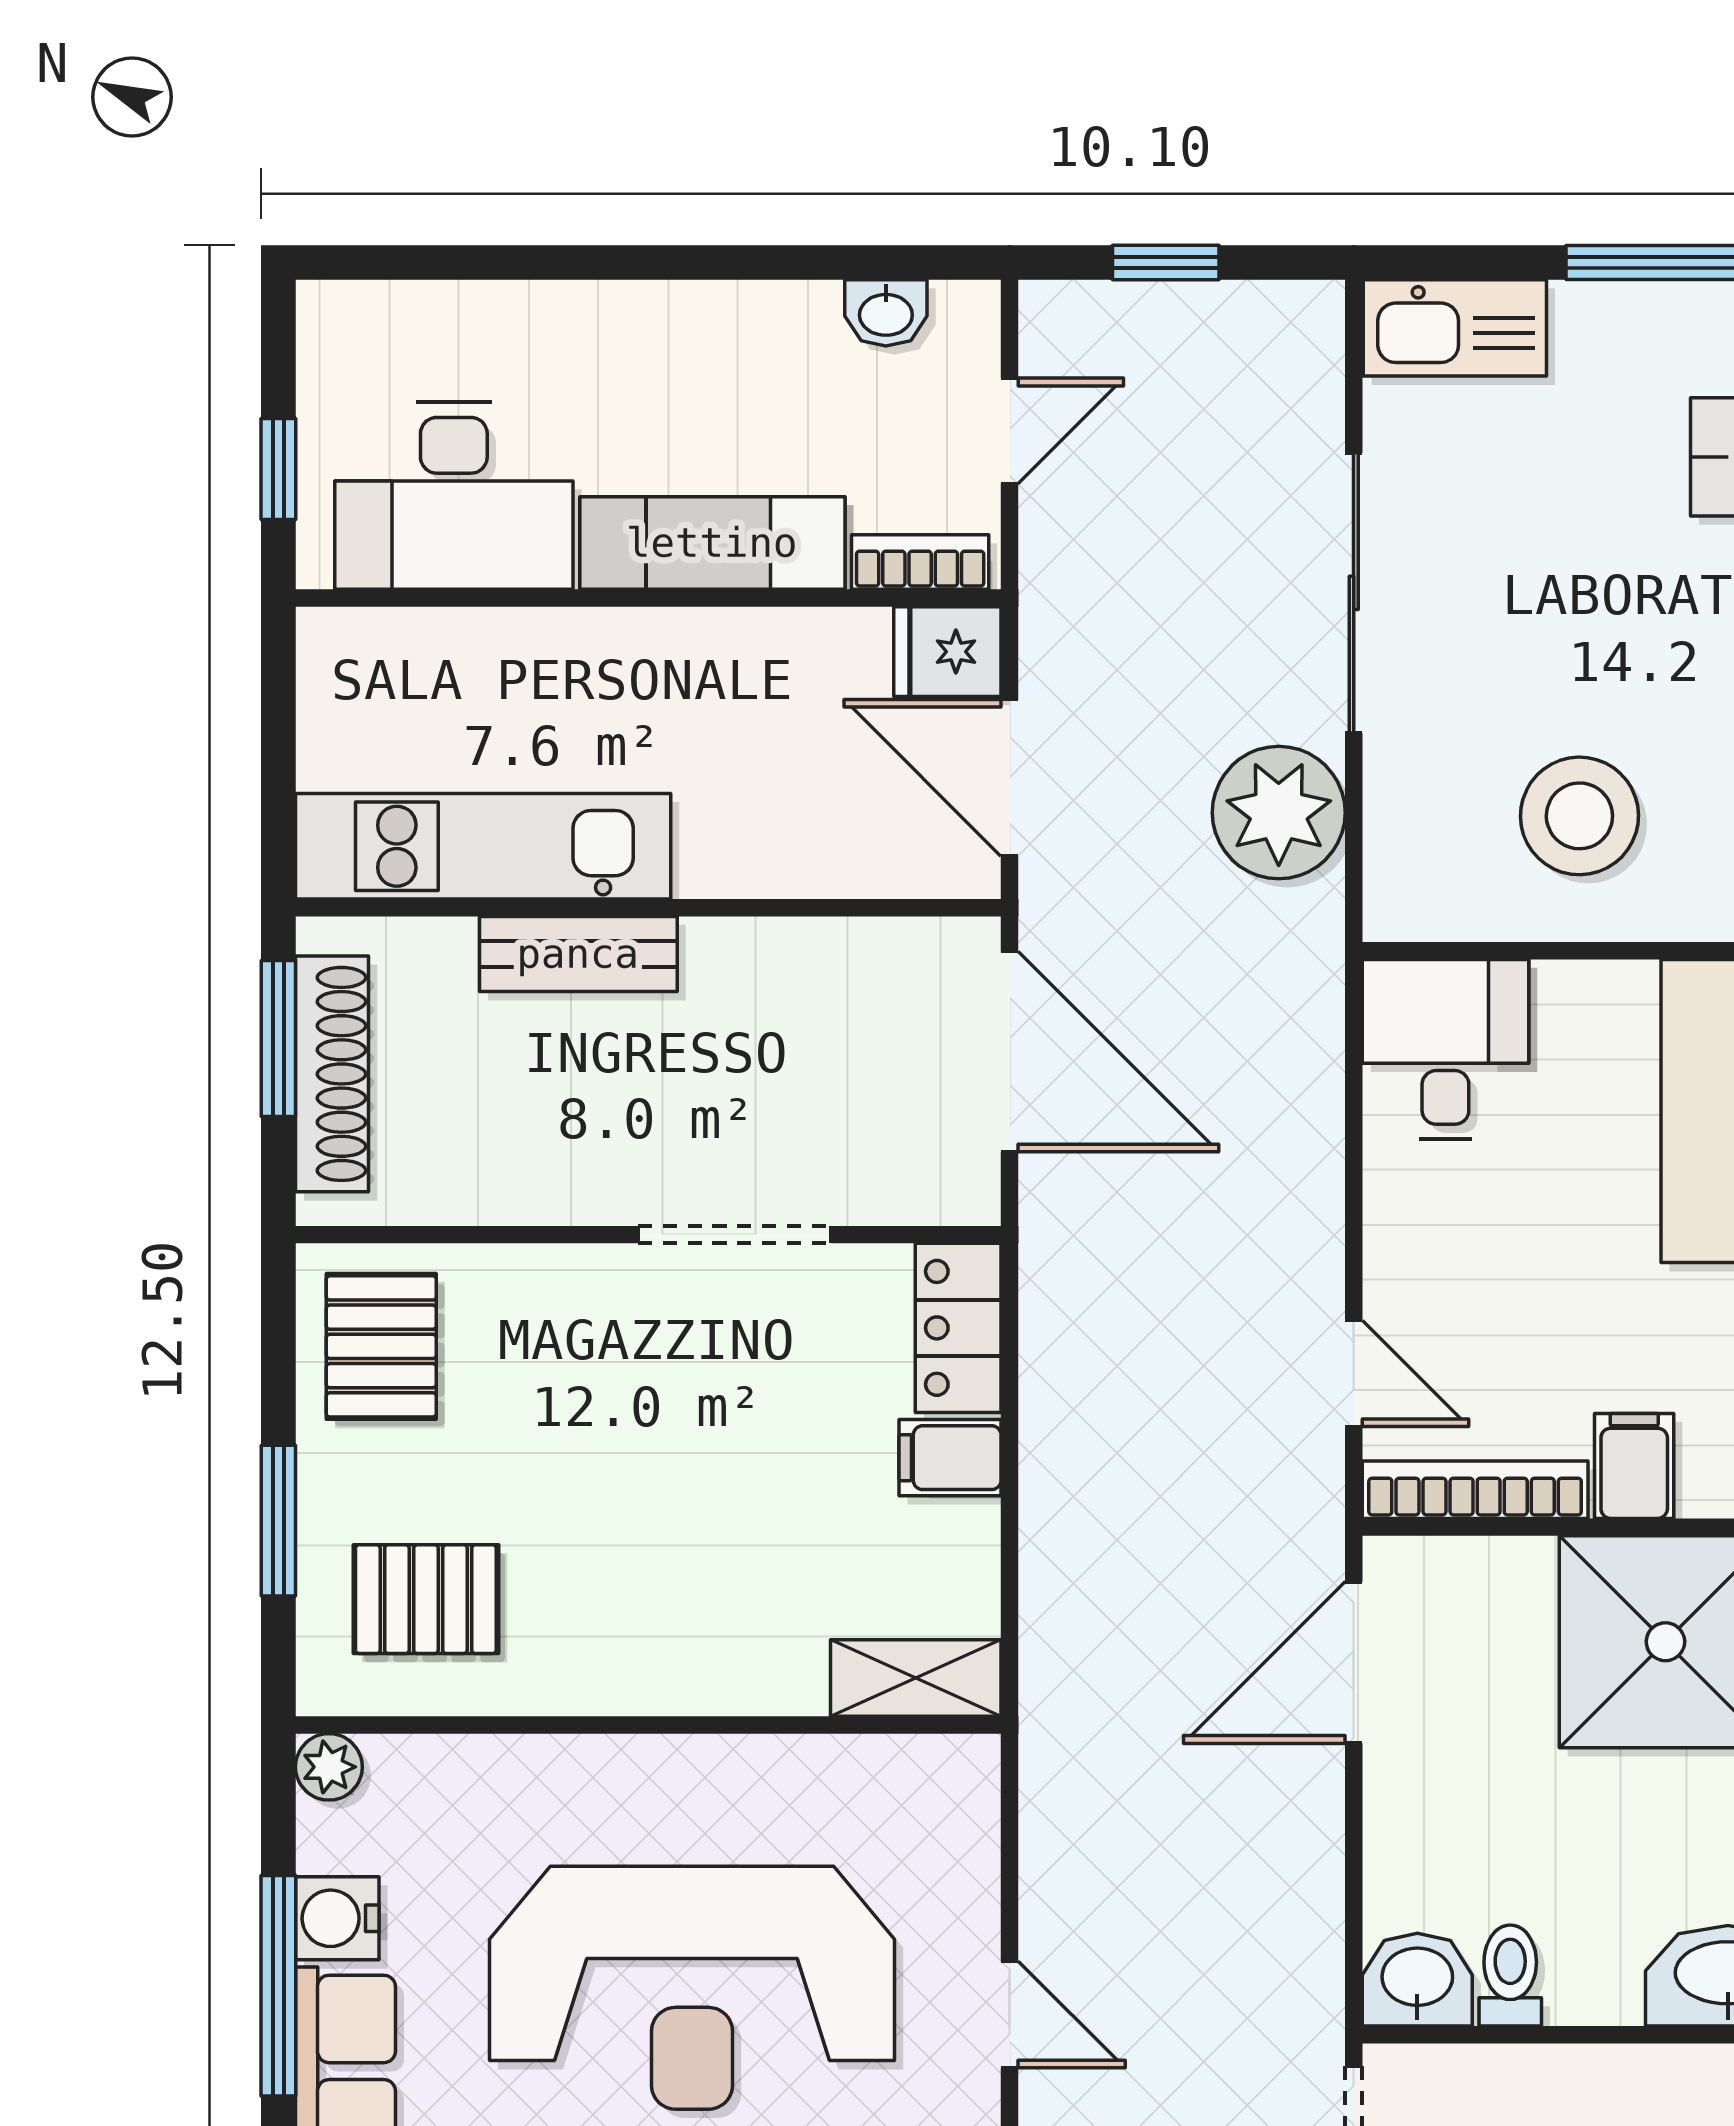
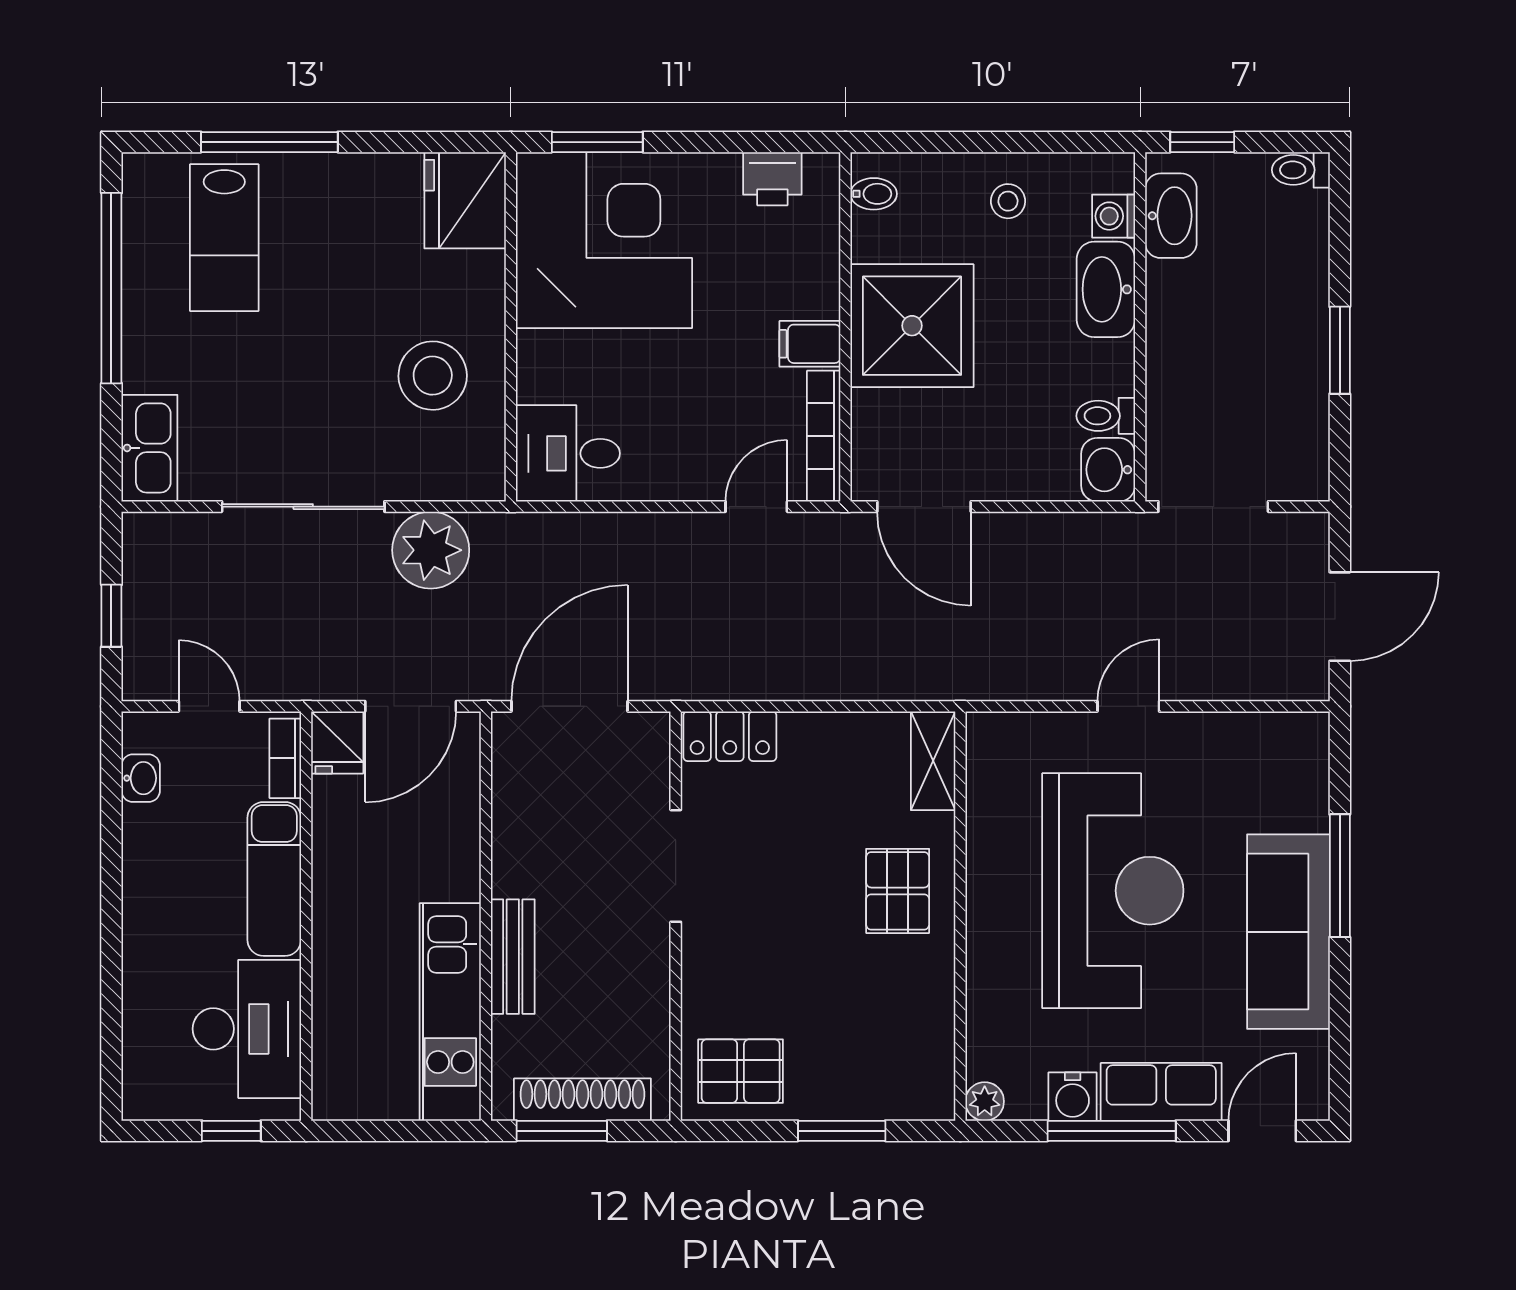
filing cabinet: (950, 1458) -> (805, 741), removed
pallet: (426, 1599) -> (898, 891), moved

